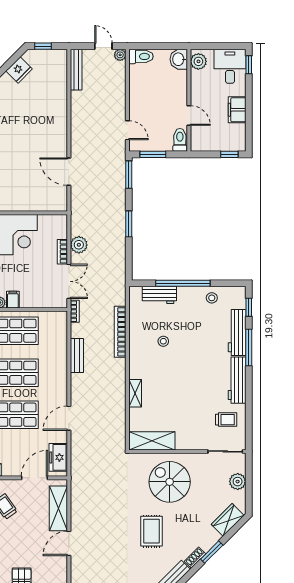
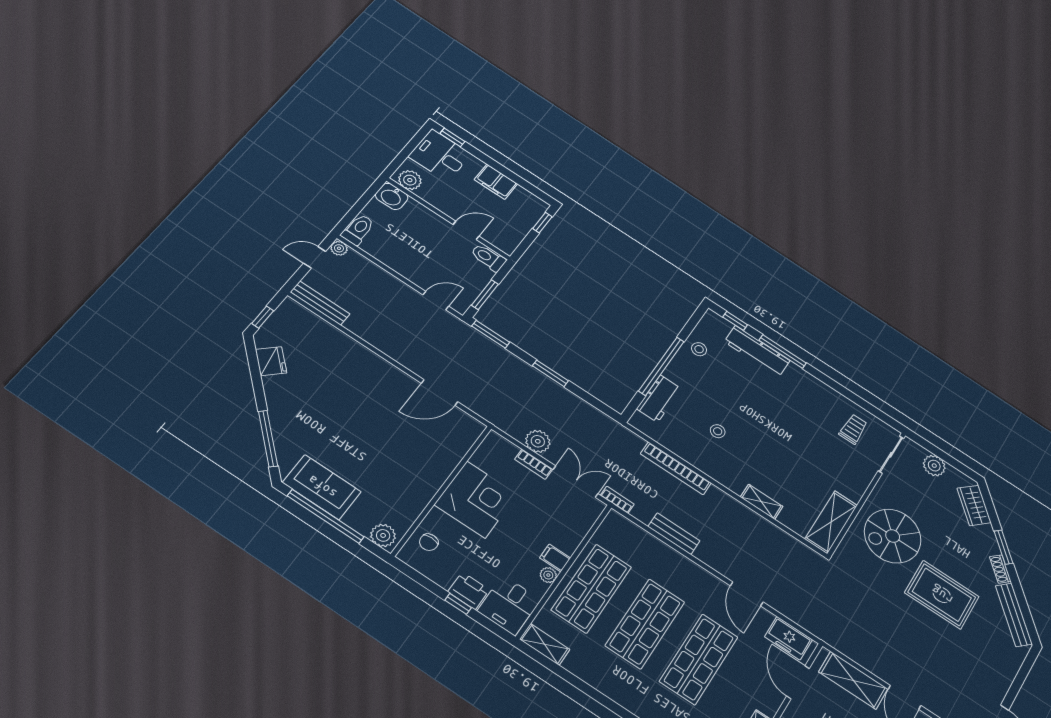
workbench: (237, 380) -> (813, 388), removed
rug: (152, 531) -> (942, 595), width x1.36, depth x1.43

